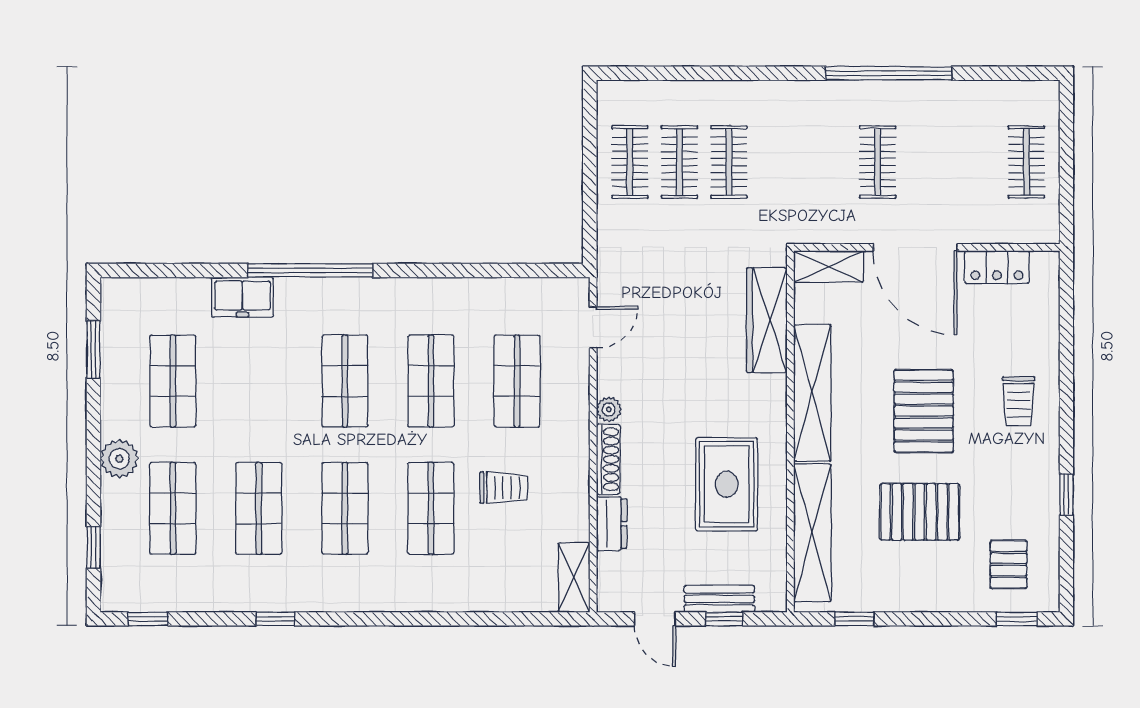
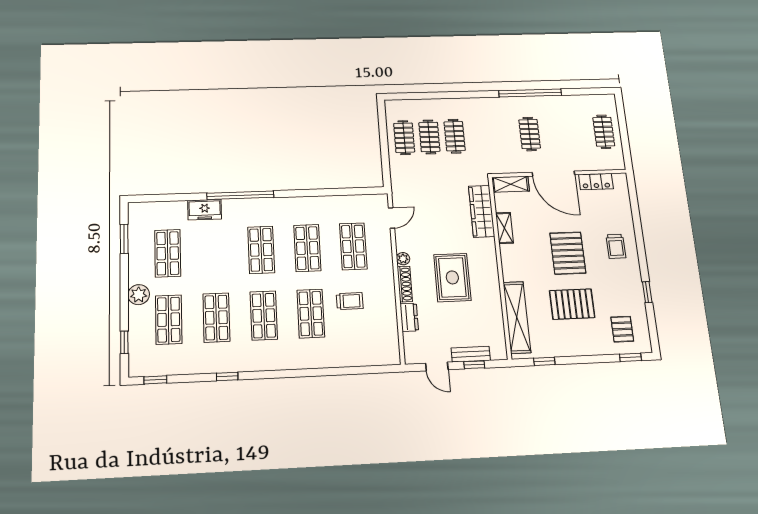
shelving: (812, 393) -> (505, 228), width x0.45, depth x0.75
rug: (727, 484) -> (452, 277), moved
shelving: (574, 577) -> (391, 346), removed

